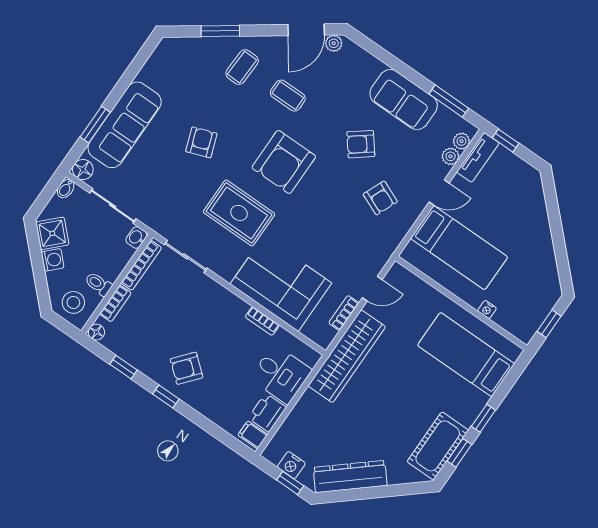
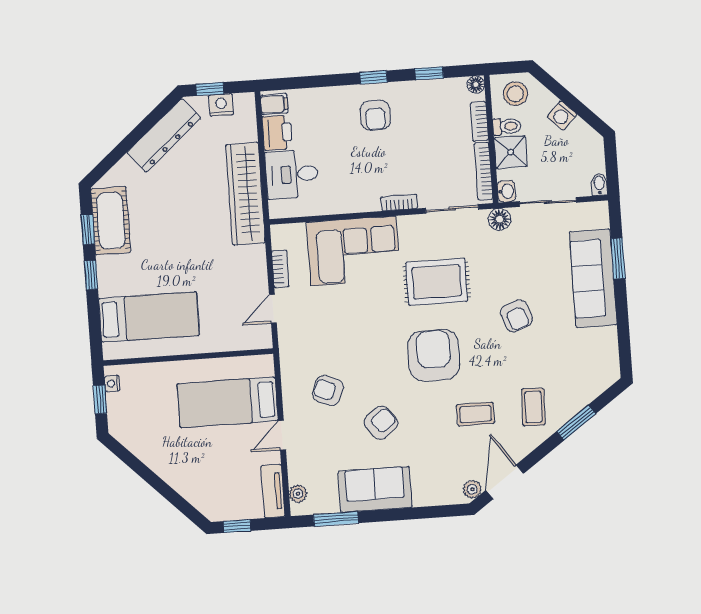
window: (506, 141) -> (237, 526), moved
plant: (451, 156) -> (297, 473), removed
floor lamp: (83, 170) -> (500, 219), moved
shower: (52, 233) -> (511, 152), moved, turned 45
nightstand: (487, 309) -> (112, 383), moved, turned -90
bookcase: (262, 321) -> (399, 203), moved
wardrobe: (347, 356) -> (245, 194), moved
armchair: (187, 368) -> (375, 115), turned 140

